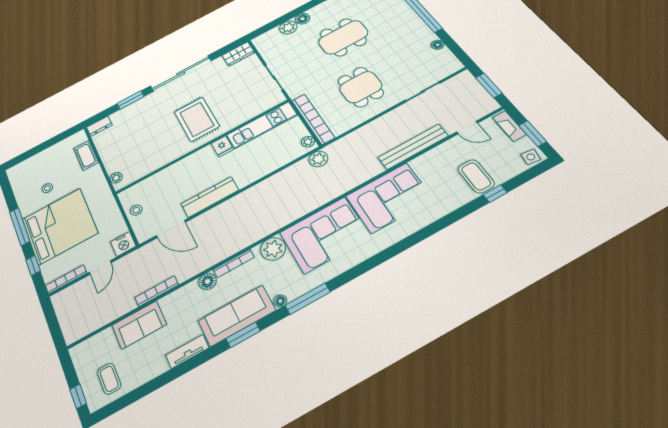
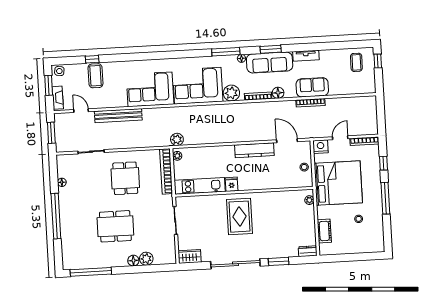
bed: (60, 226) -> (338, 183), moved, turned 180
sofa: (139, 325) -> (312, 87), moved

